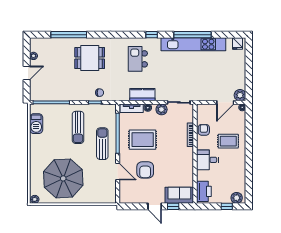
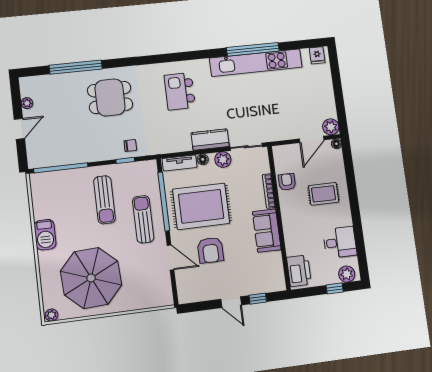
window: (152, 35) -> (195, 55), removed
kitchen counter: (142, 95) -> (210, 140), moved
barbecue: (36, 124) -> (45, 235), moved
rug: (143, 140) -> (201, 206), width x1.37, depth x1.44
desk: (207, 160) -> (340, 242), moved, turned 180
sofa: (179, 195) -> (267, 231), moved, turned -90

